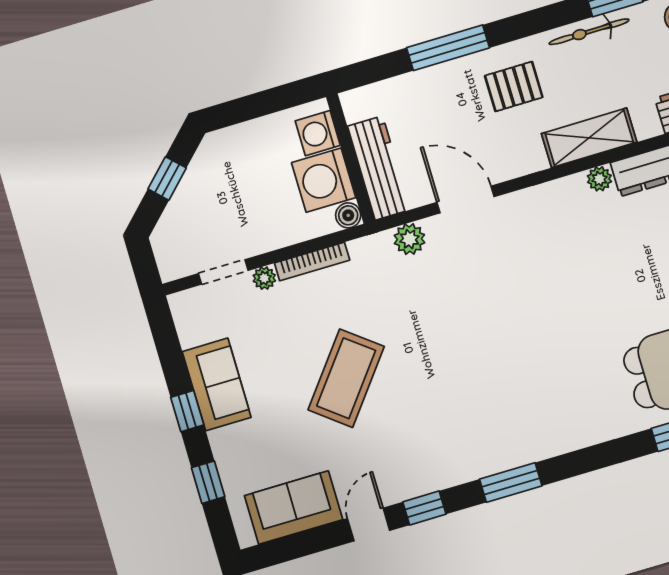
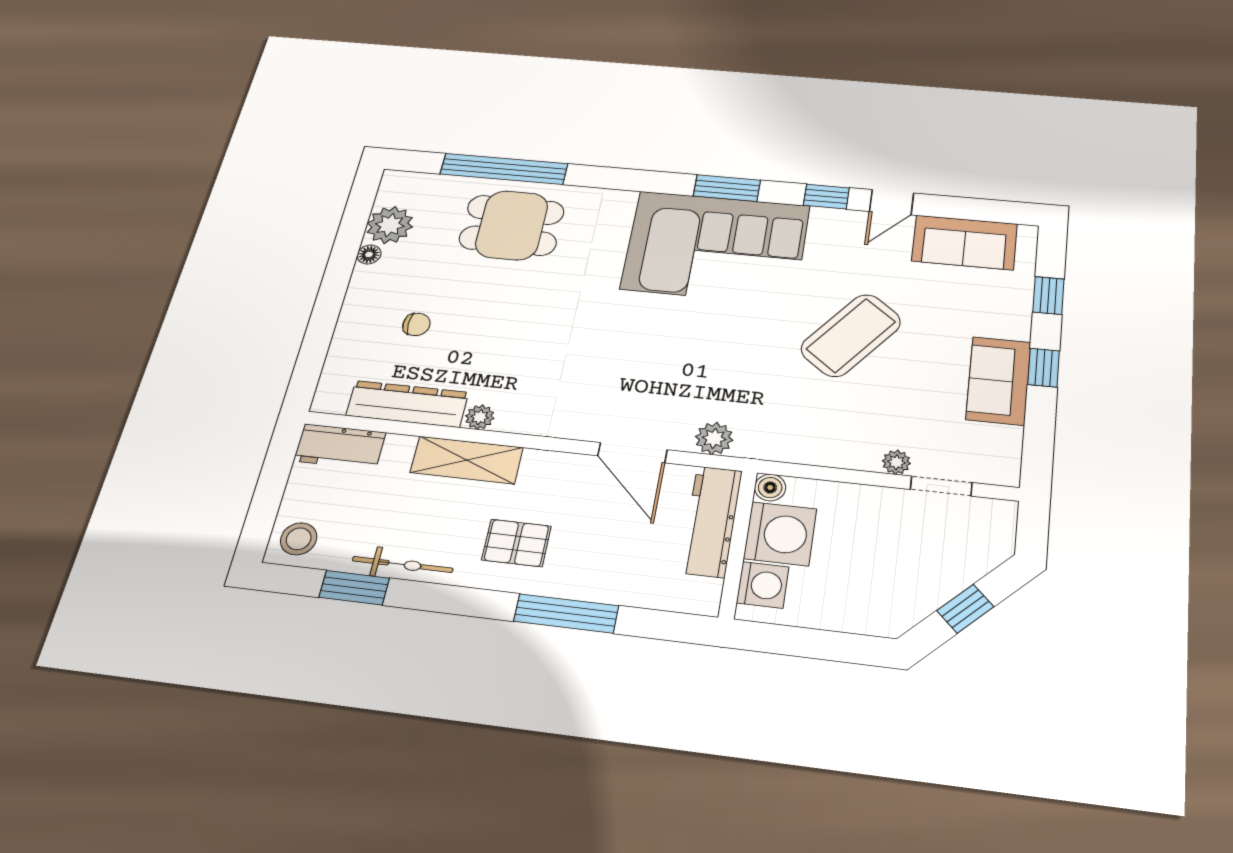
bookcase: (312, 261) -> (834, 458), removed
corner sofa: (492, 418) -> (716, 247), added

